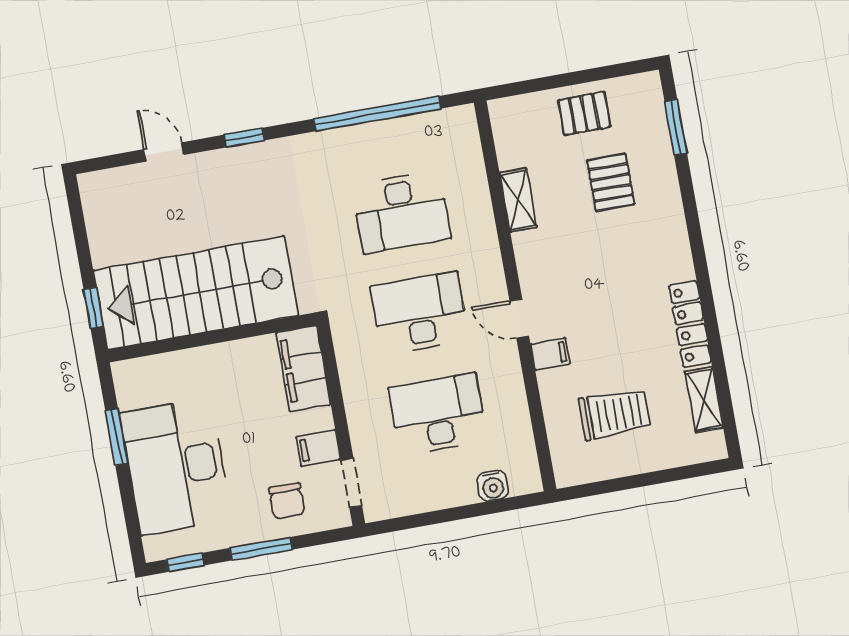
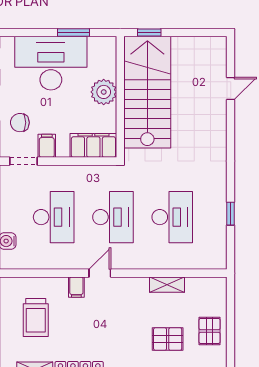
window: (377, 114) -> (231, 214), width x0.32
window: (244, 138) -> (231, 136), removed
desk: (401, 212) -> (172, 217), turned 180
plant: (209, 367) -> (104, 92), added

